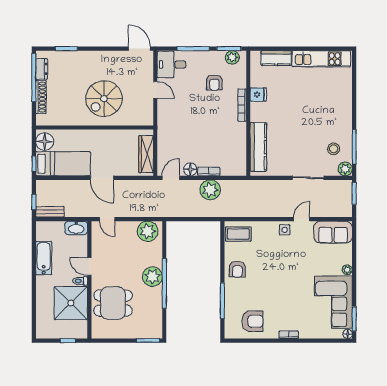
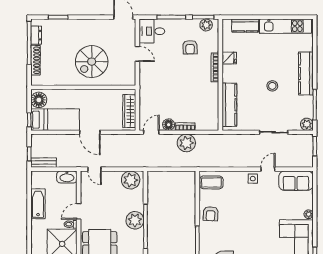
kitchen counter: (344, 112) -> (306, 73), added
stool: (334, 149) -> (272, 86), moved
door: (89, 267) -> (79, 211), hinge flipped

